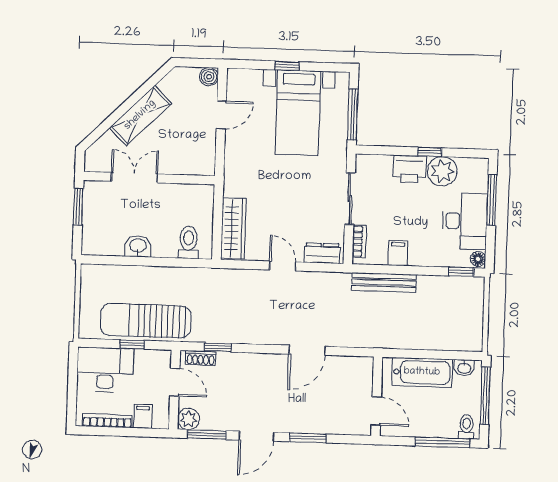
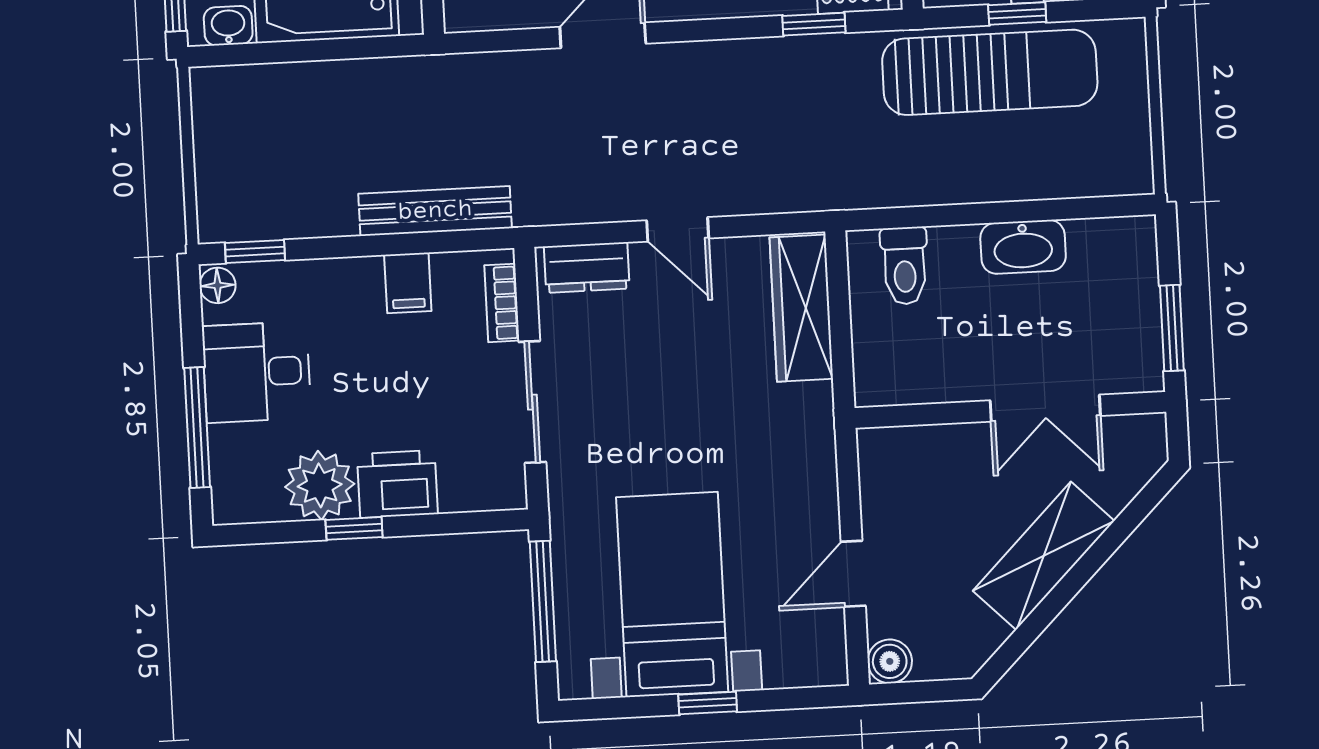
desk: (465, 221) -> (257, 372), width x0.73
washbasin: (138, 246) -> (1023, 247), width x1.38

